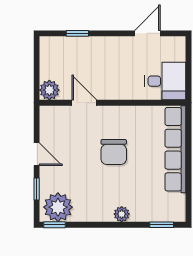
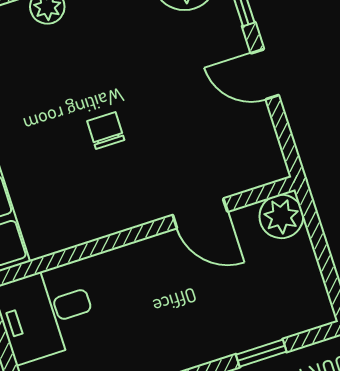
chair: (114, 152) -> (106, 130), width x0.54, depth x0.54

